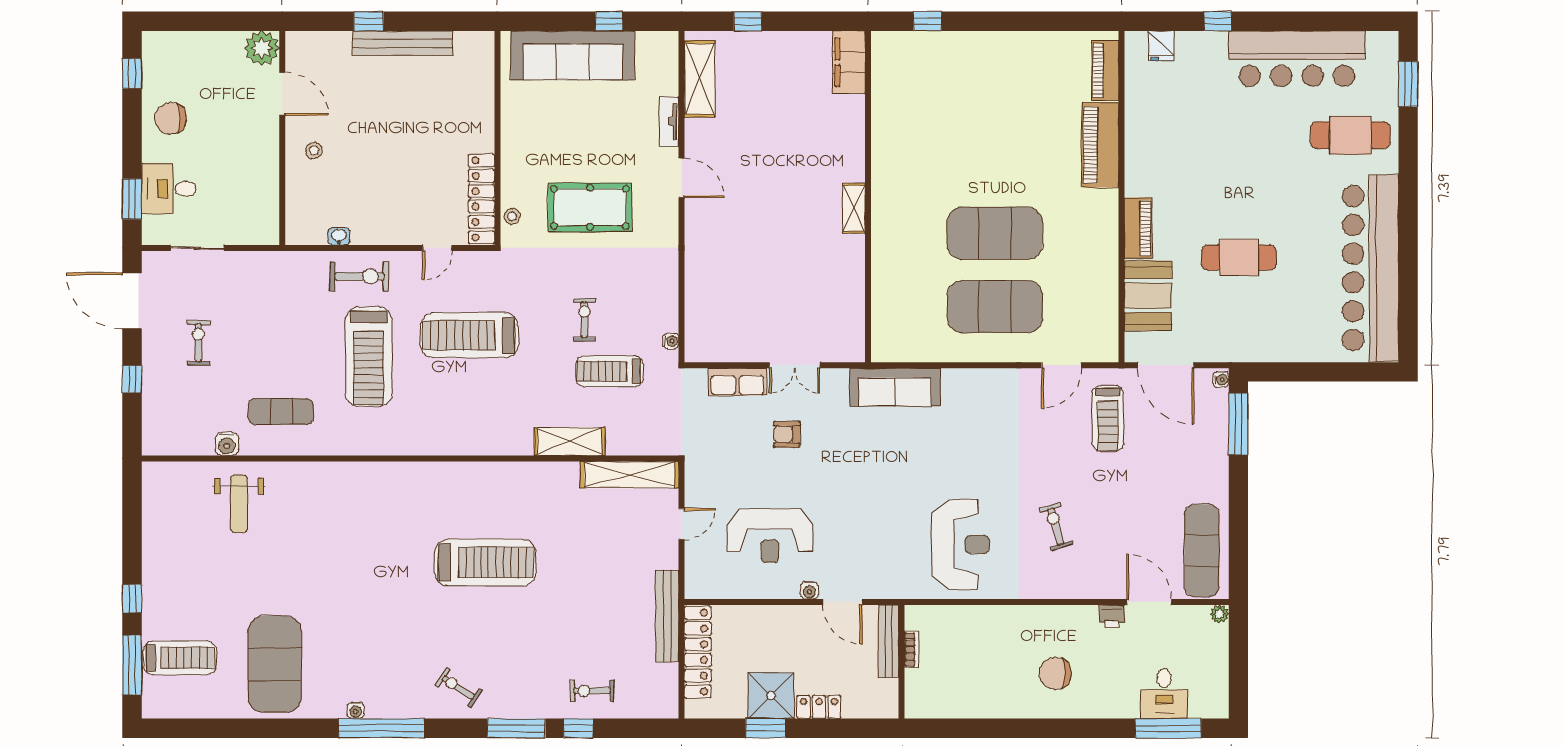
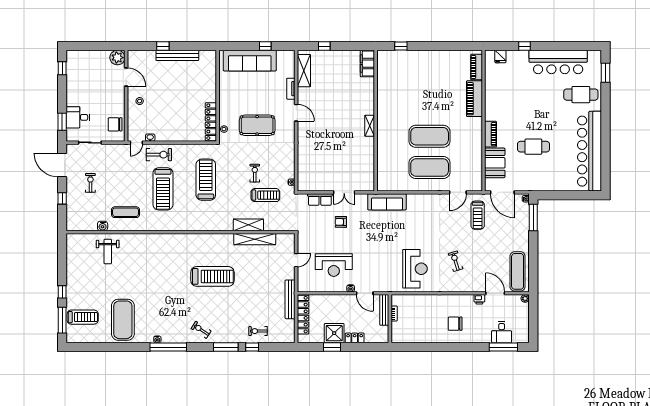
chair: (171, 118) -> (115, 124), moved
door: (437, 248) -> (136, 143), moved
treadmill: (469, 335) -> (206, 180), turned 90
treadmill: (609, 371) -> (265, 195), turned 180
shelving: (630, 475) -> (255, 239), moved

